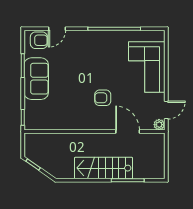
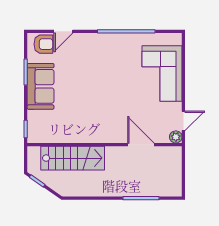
armchair: (103, 98) -> (114, 107), removed
stairs: (103, 168) -> (73, 158), moved, turned 180

